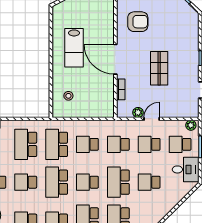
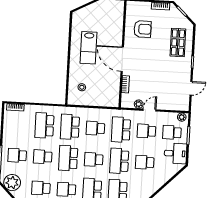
shop shelf: (159, 68) -> (178, 43), moved
school desk: (118, 144) -> (121, 130), width x1.85

